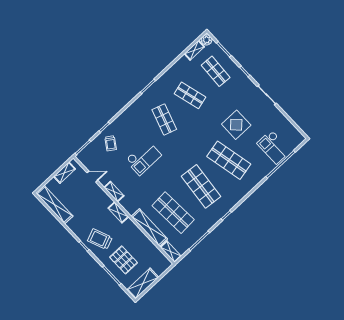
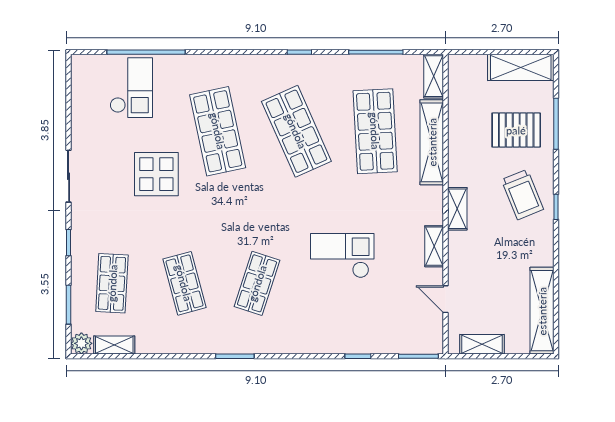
trolley: (111, 143) -> (371, 323), removed
shop shelf: (201, 186) -> (296, 131), turned -30
pallet: (124, 260) -> (516, 130), turned 90

